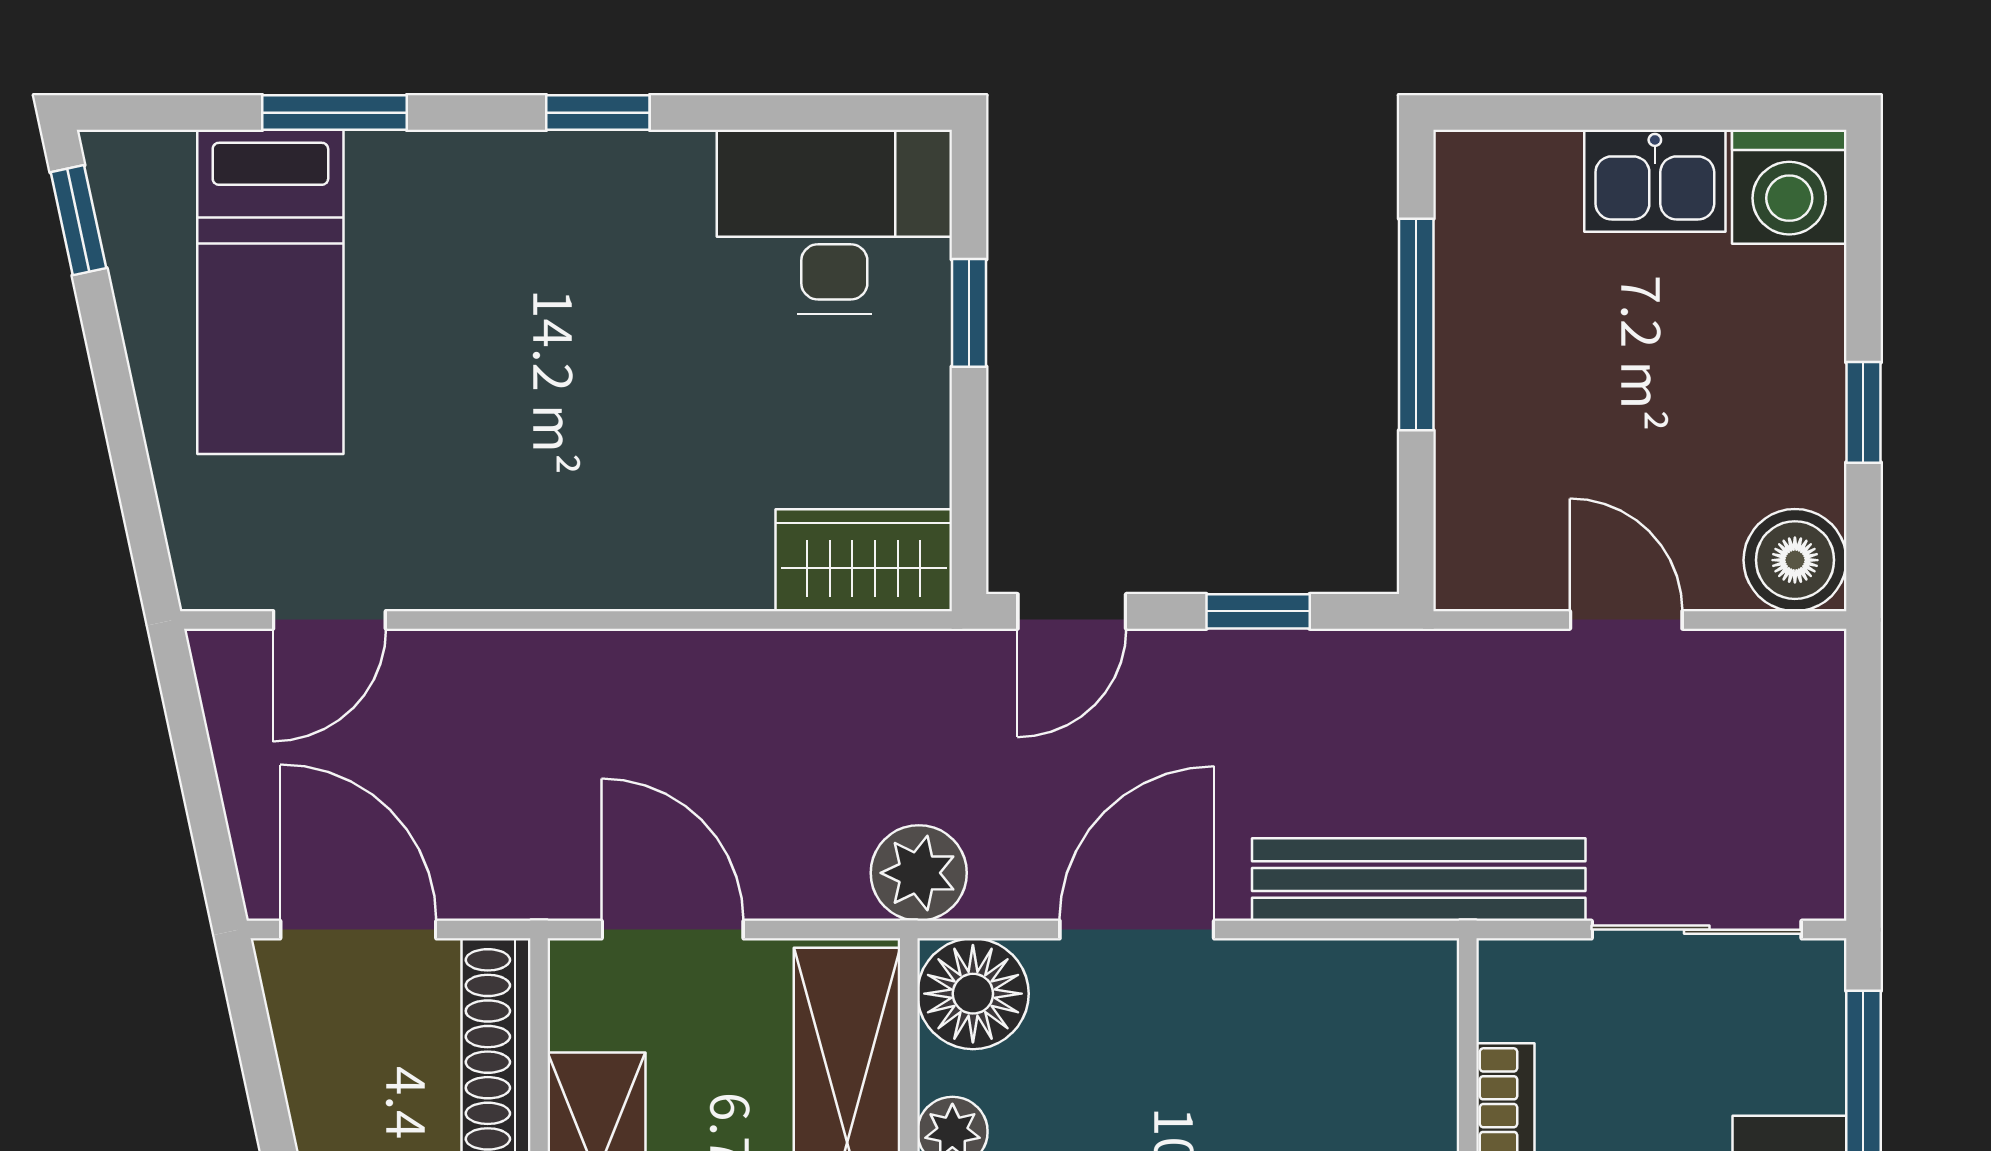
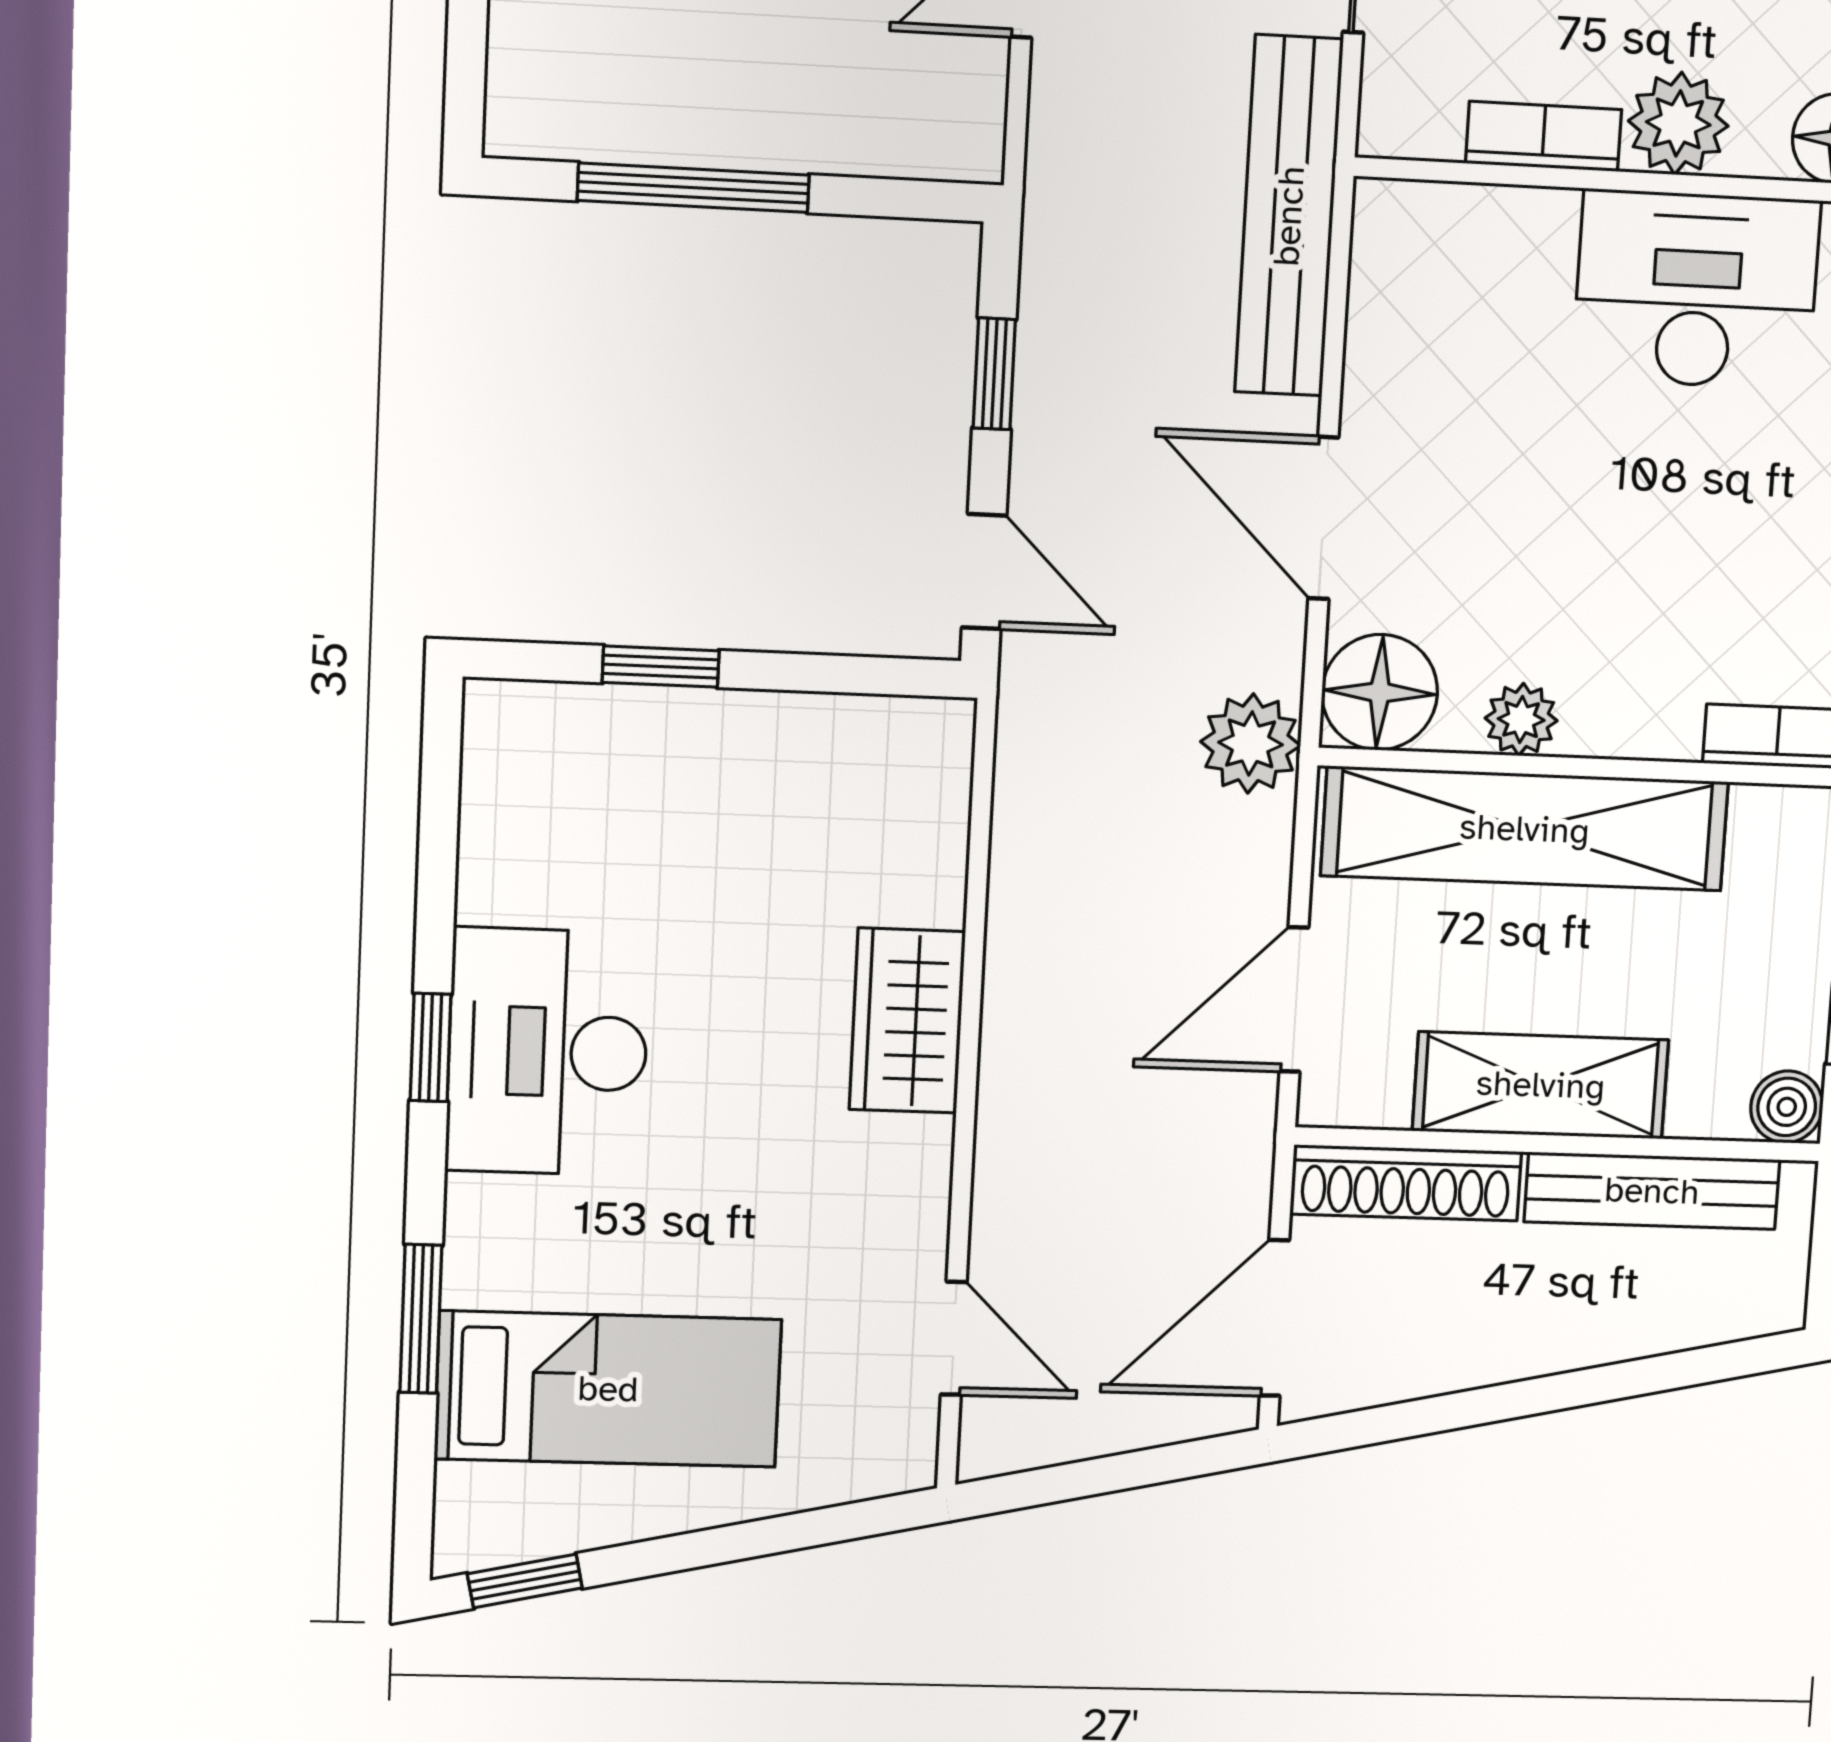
desk: (834, 222) -> (548, 1052), moved
wardrobe: (864, 560) -> (907, 1021), moved

